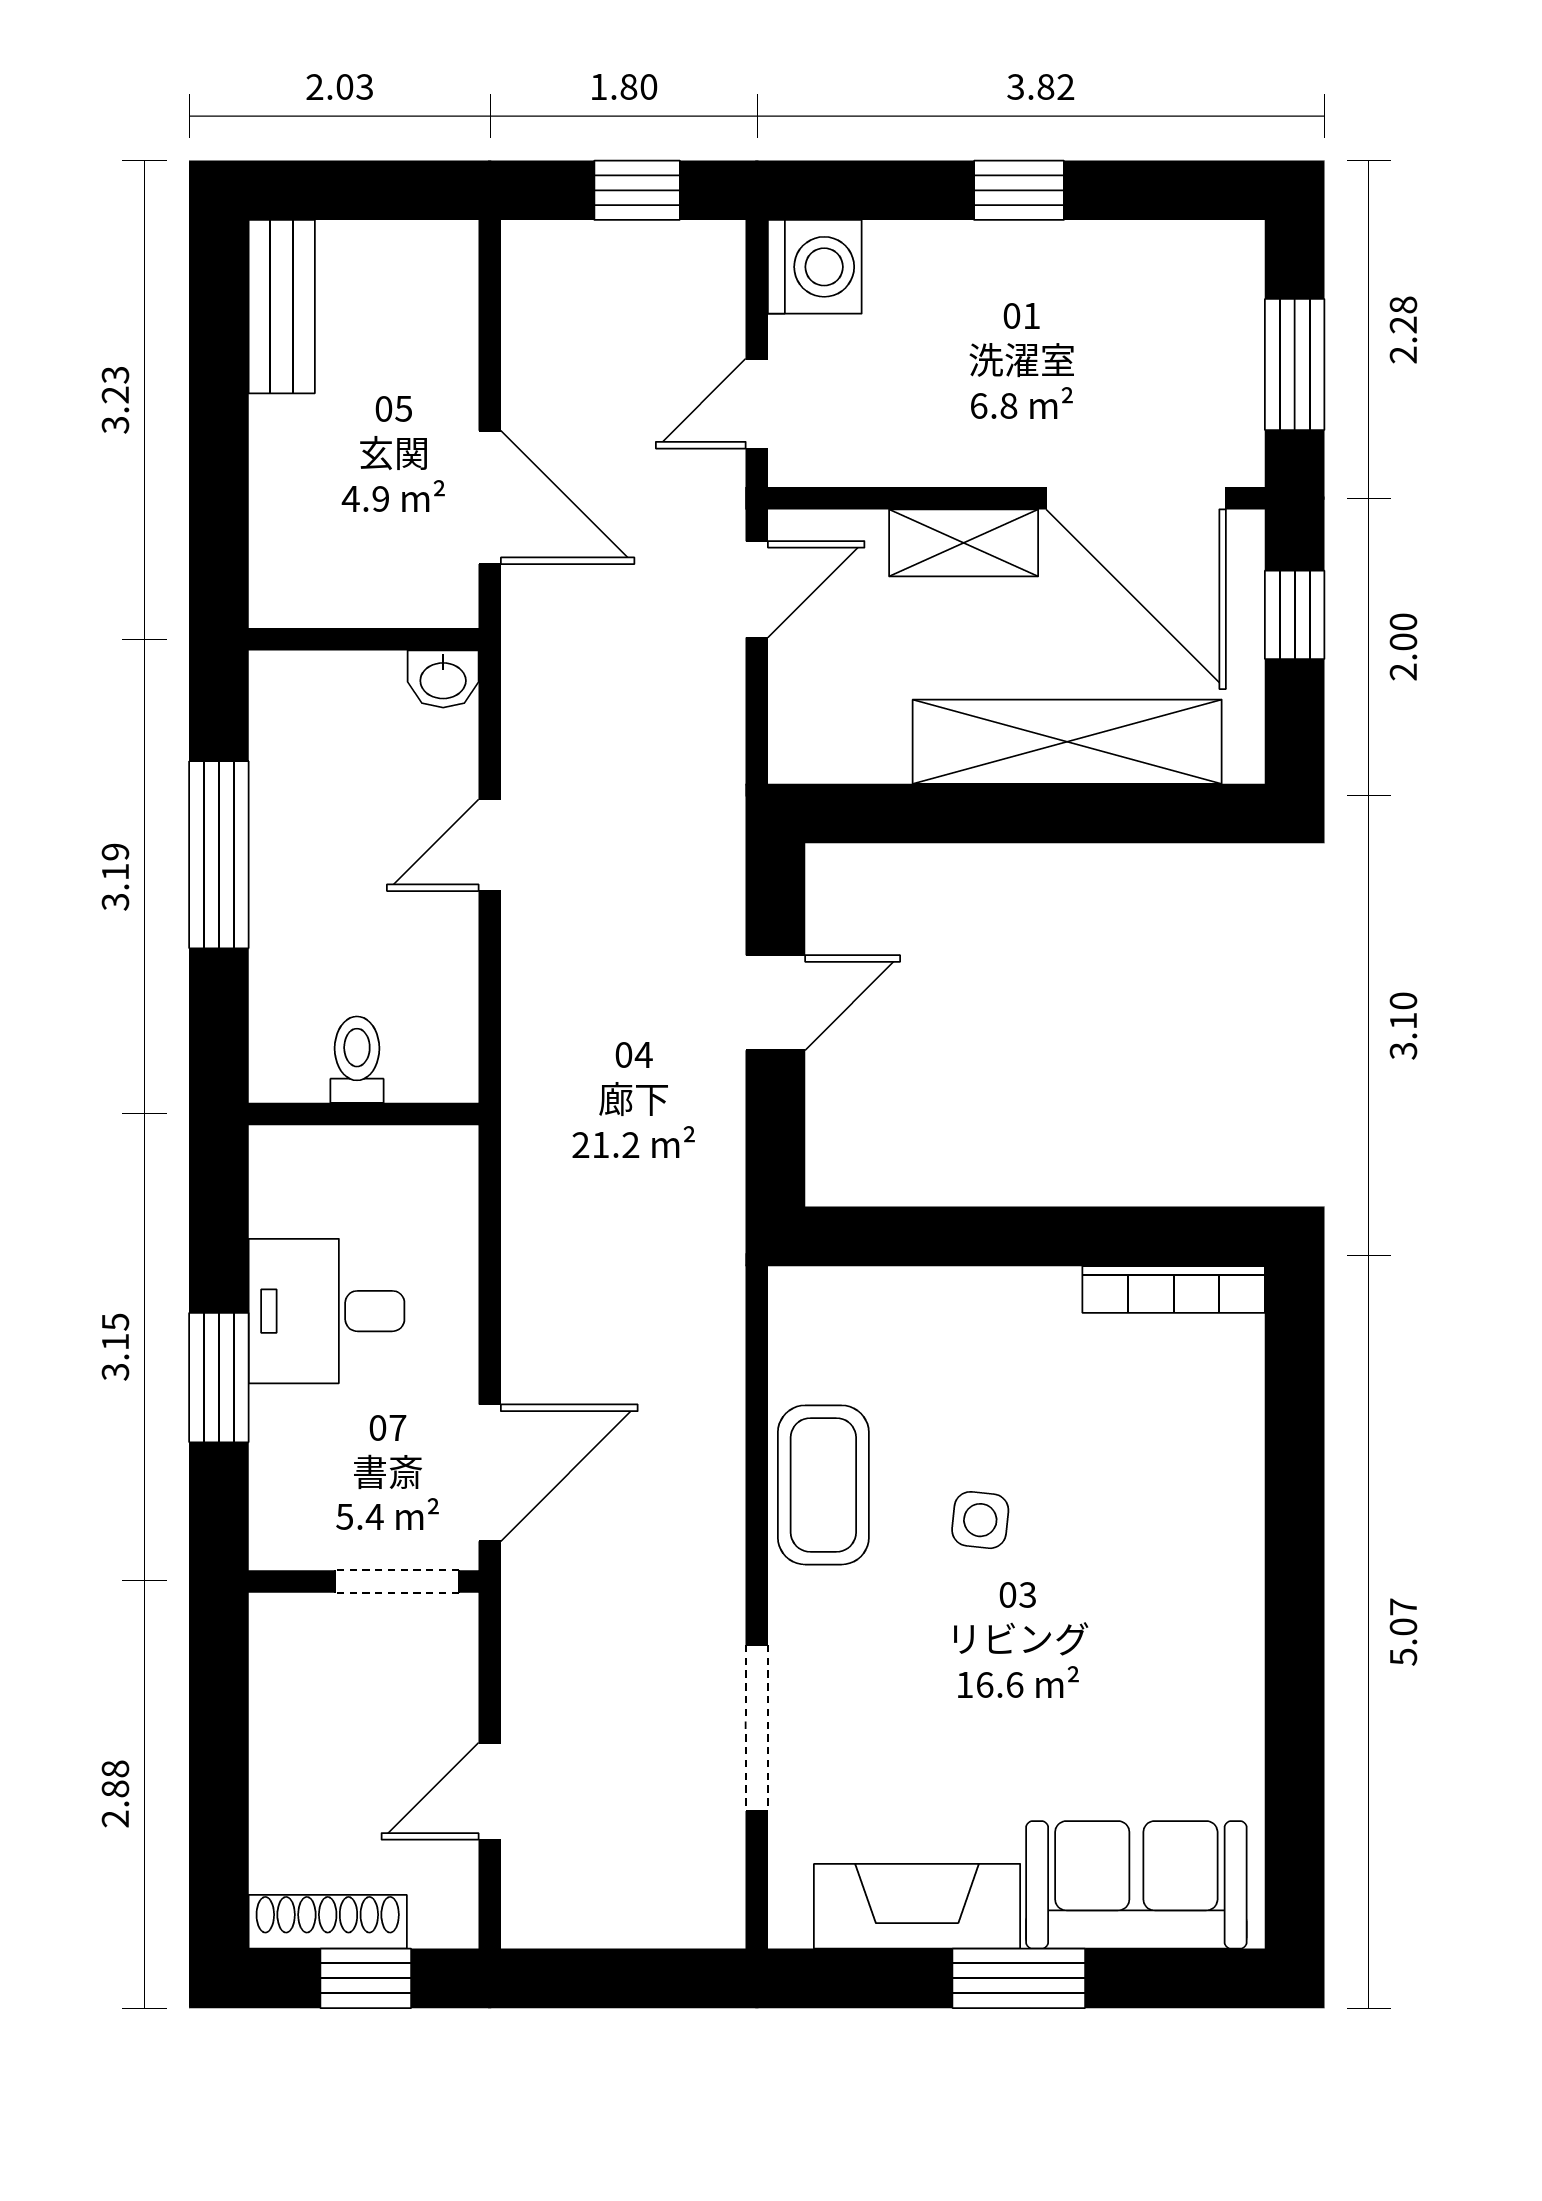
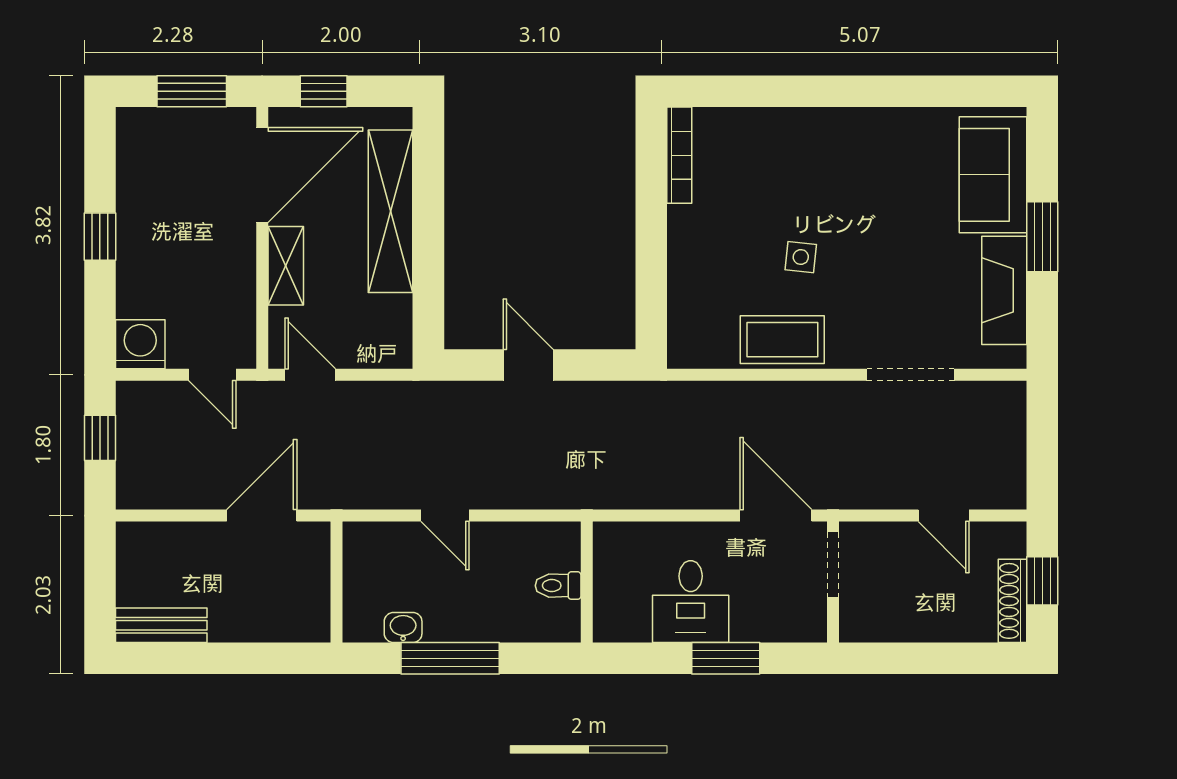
washbasin: (443, 679) -> (403, 628), moved, turned -90

